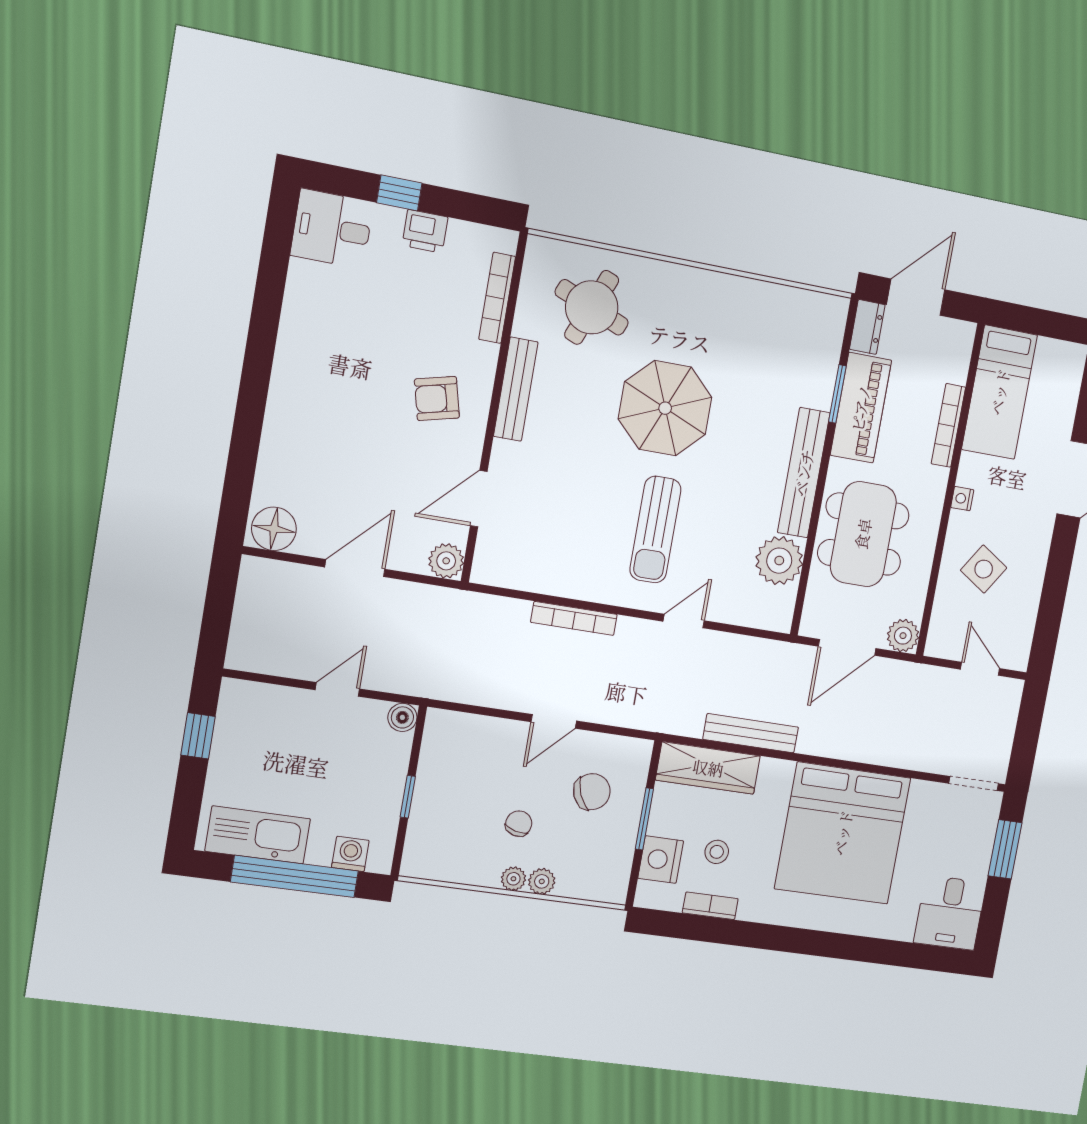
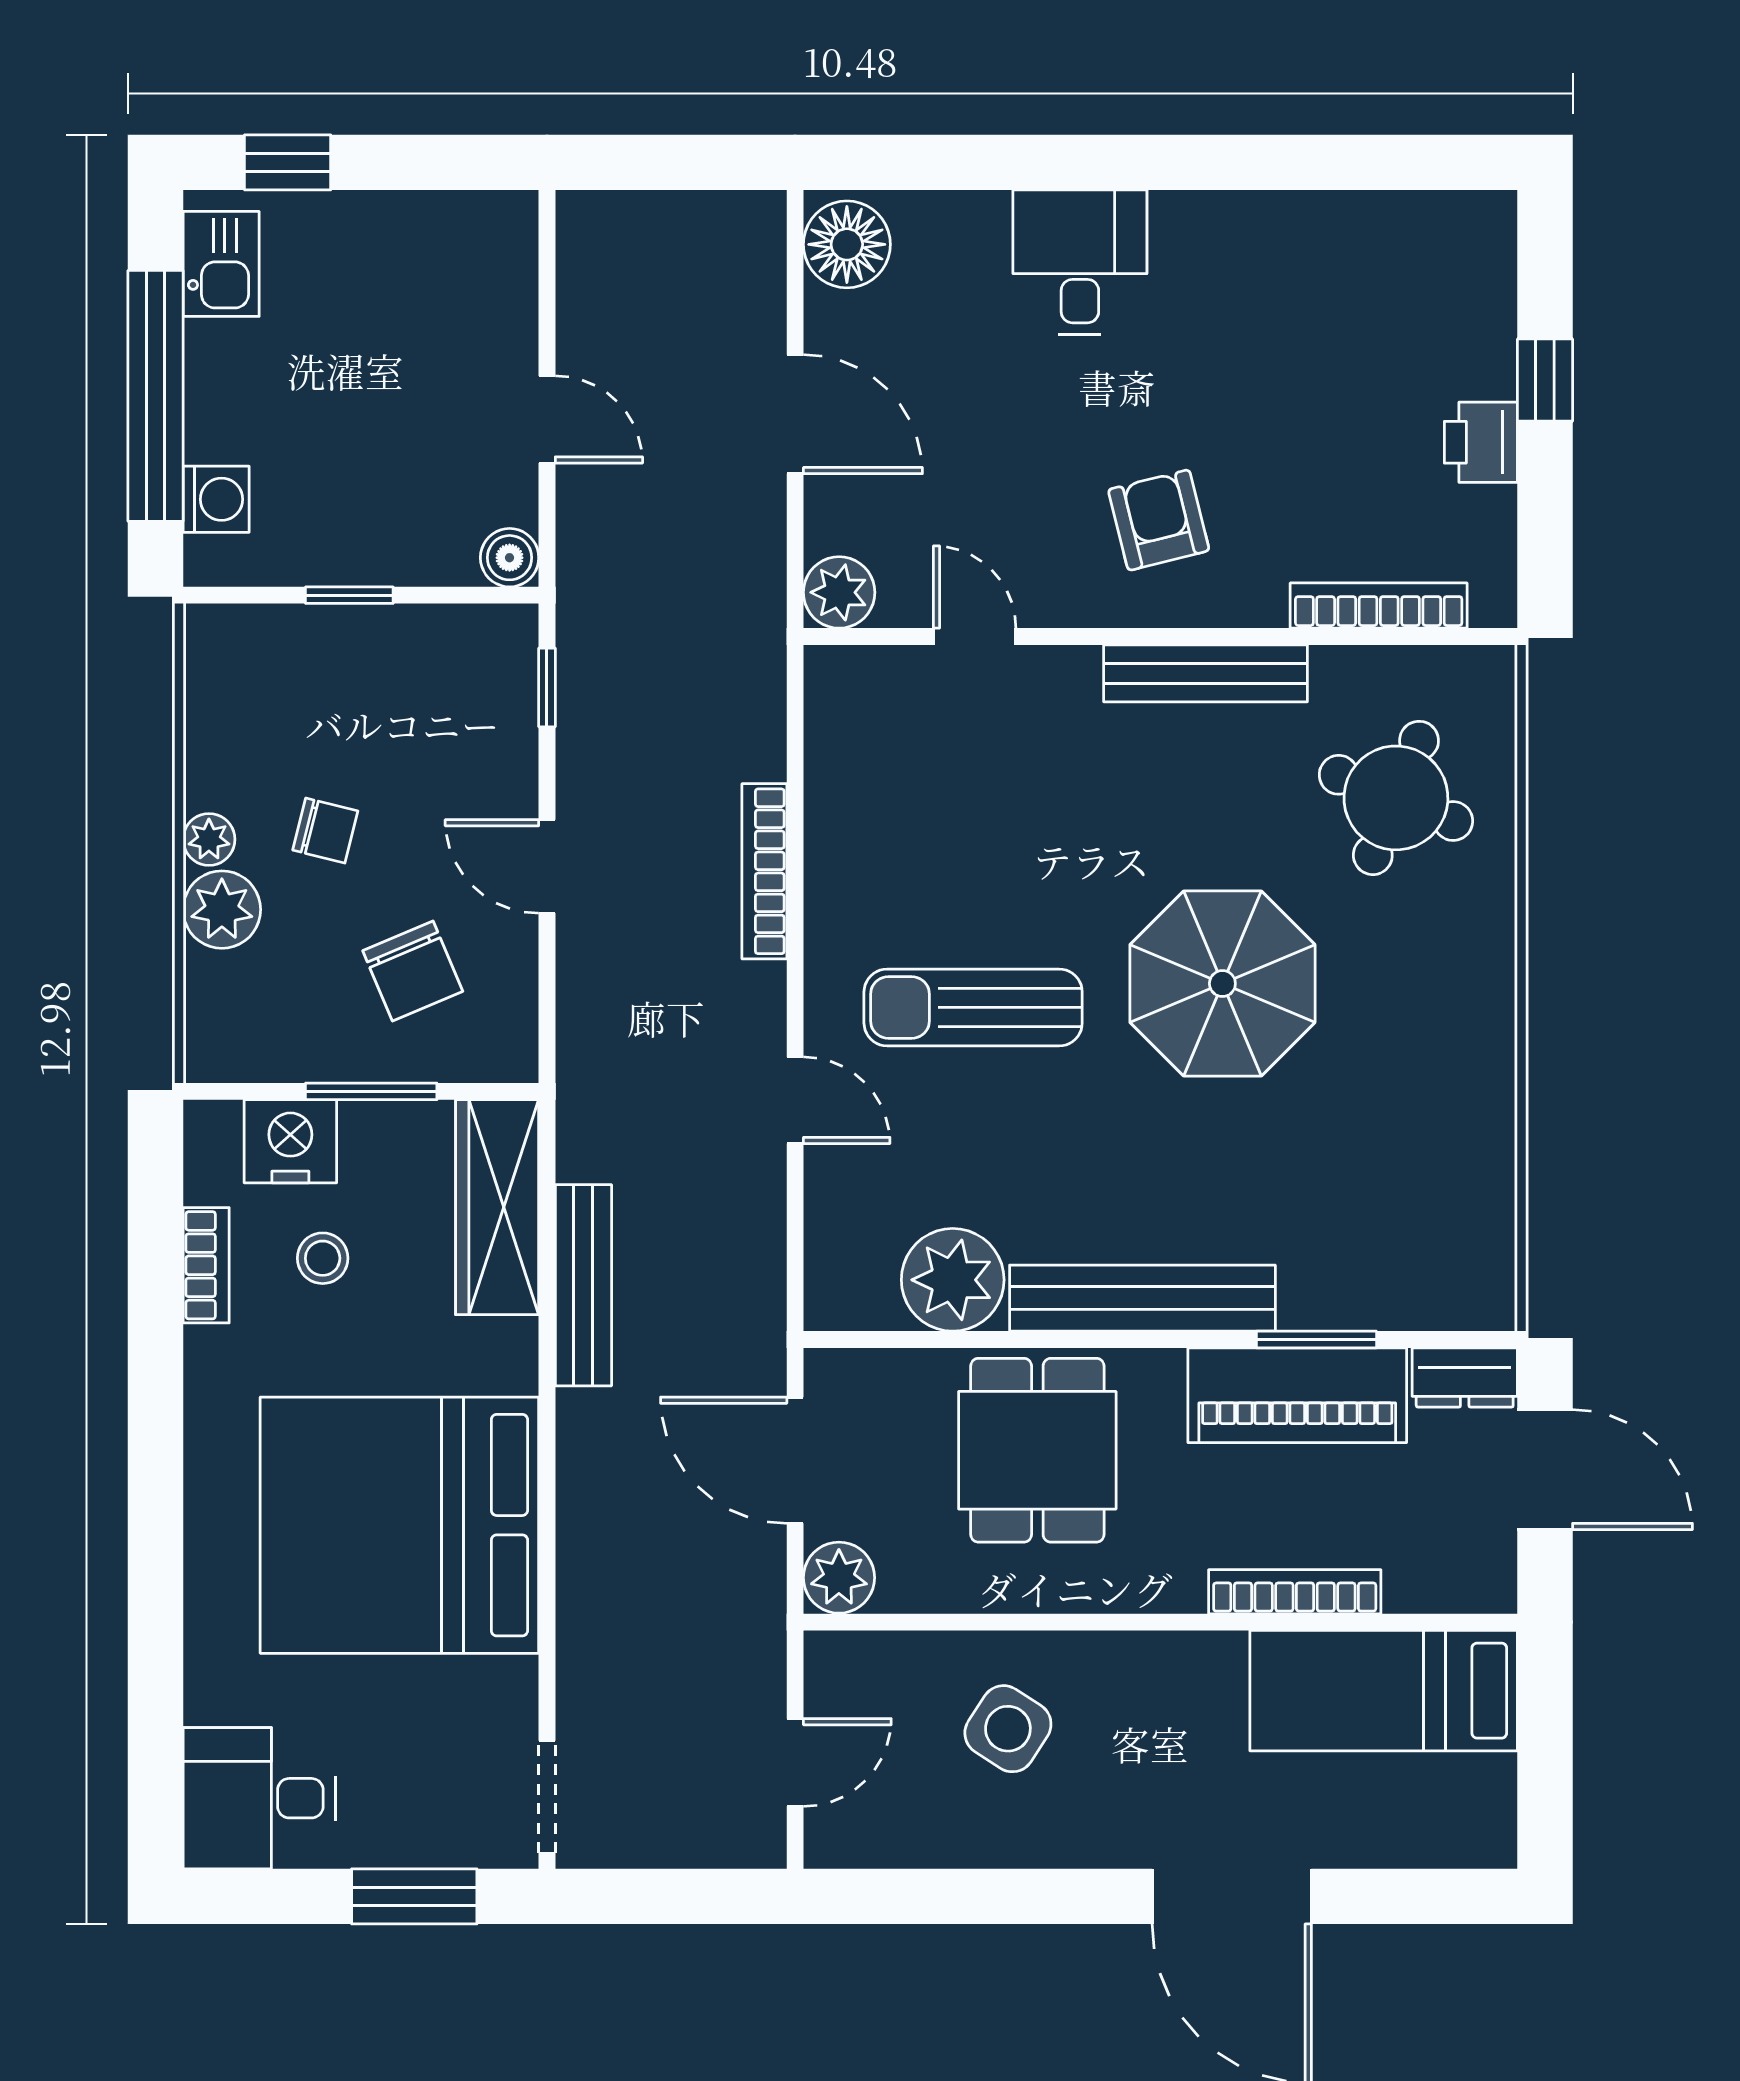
desk: (332, 229) -> (1080, 262), moved
door: (479, 499) -> (975, 637), width x0.73
nightstand: (962, 499) -> (1148, 1652), removed
dining table: (863, 534) -> (1037, 1450), width x0.73
window: (468, 709) -> (547, 687), added
window: (198, 736) -> (288, 162), moved
kitchen sink: (258, 835) -> (221, 264), width x0.53, depth x0.81
plant: (542, 881) -> (222, 910), width x1.38, depth x1.38

